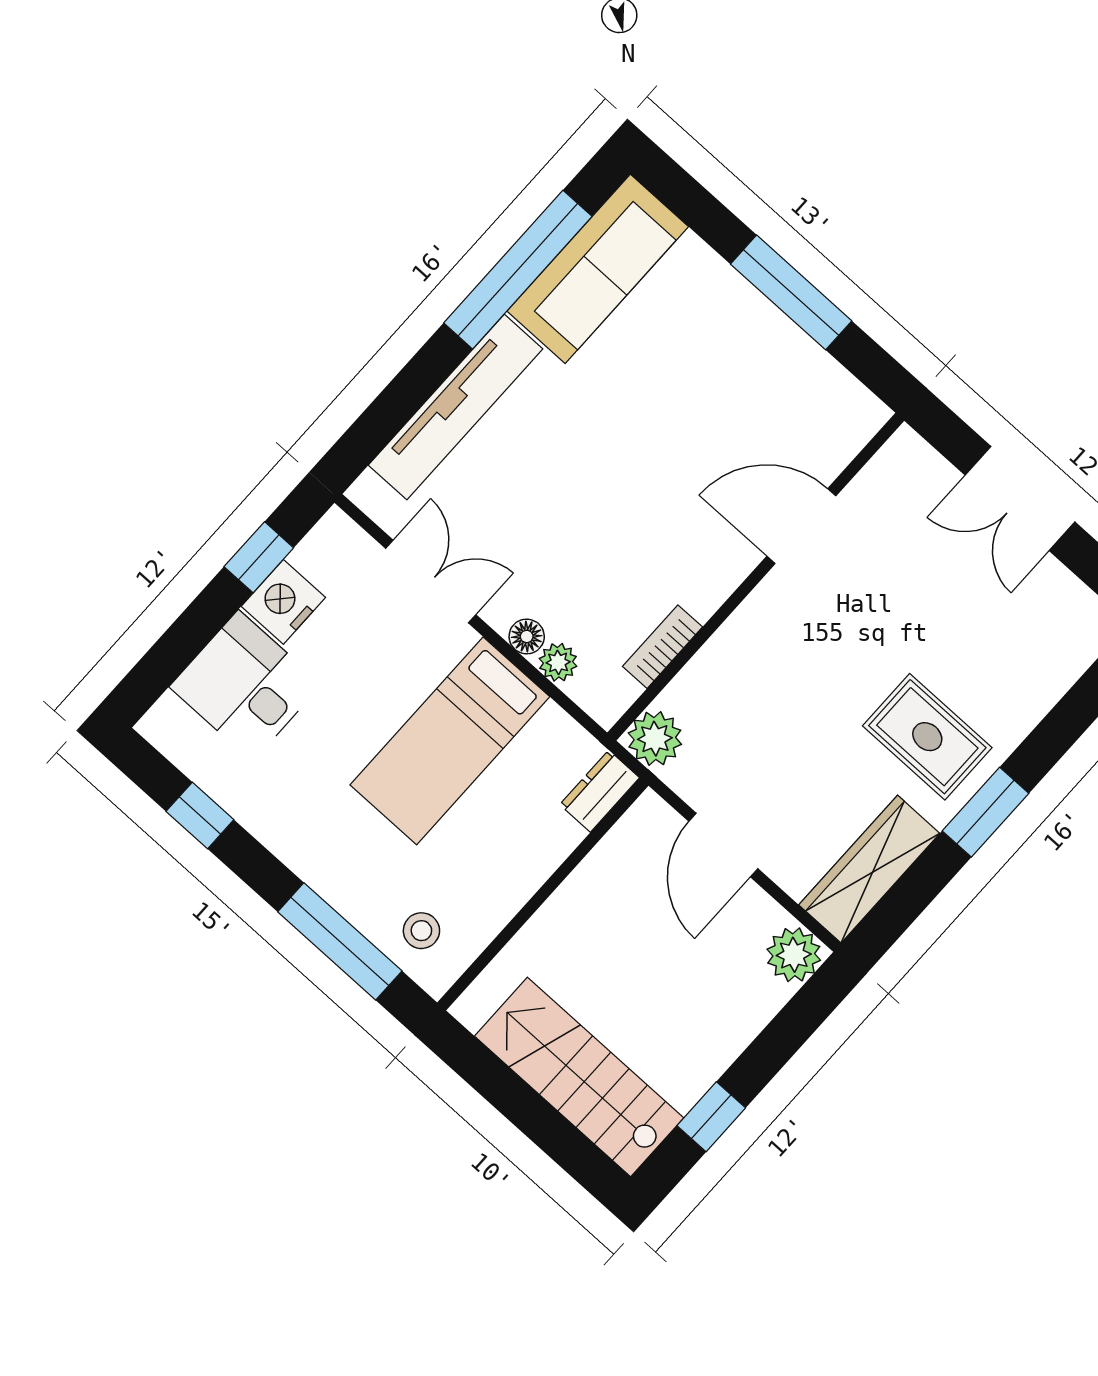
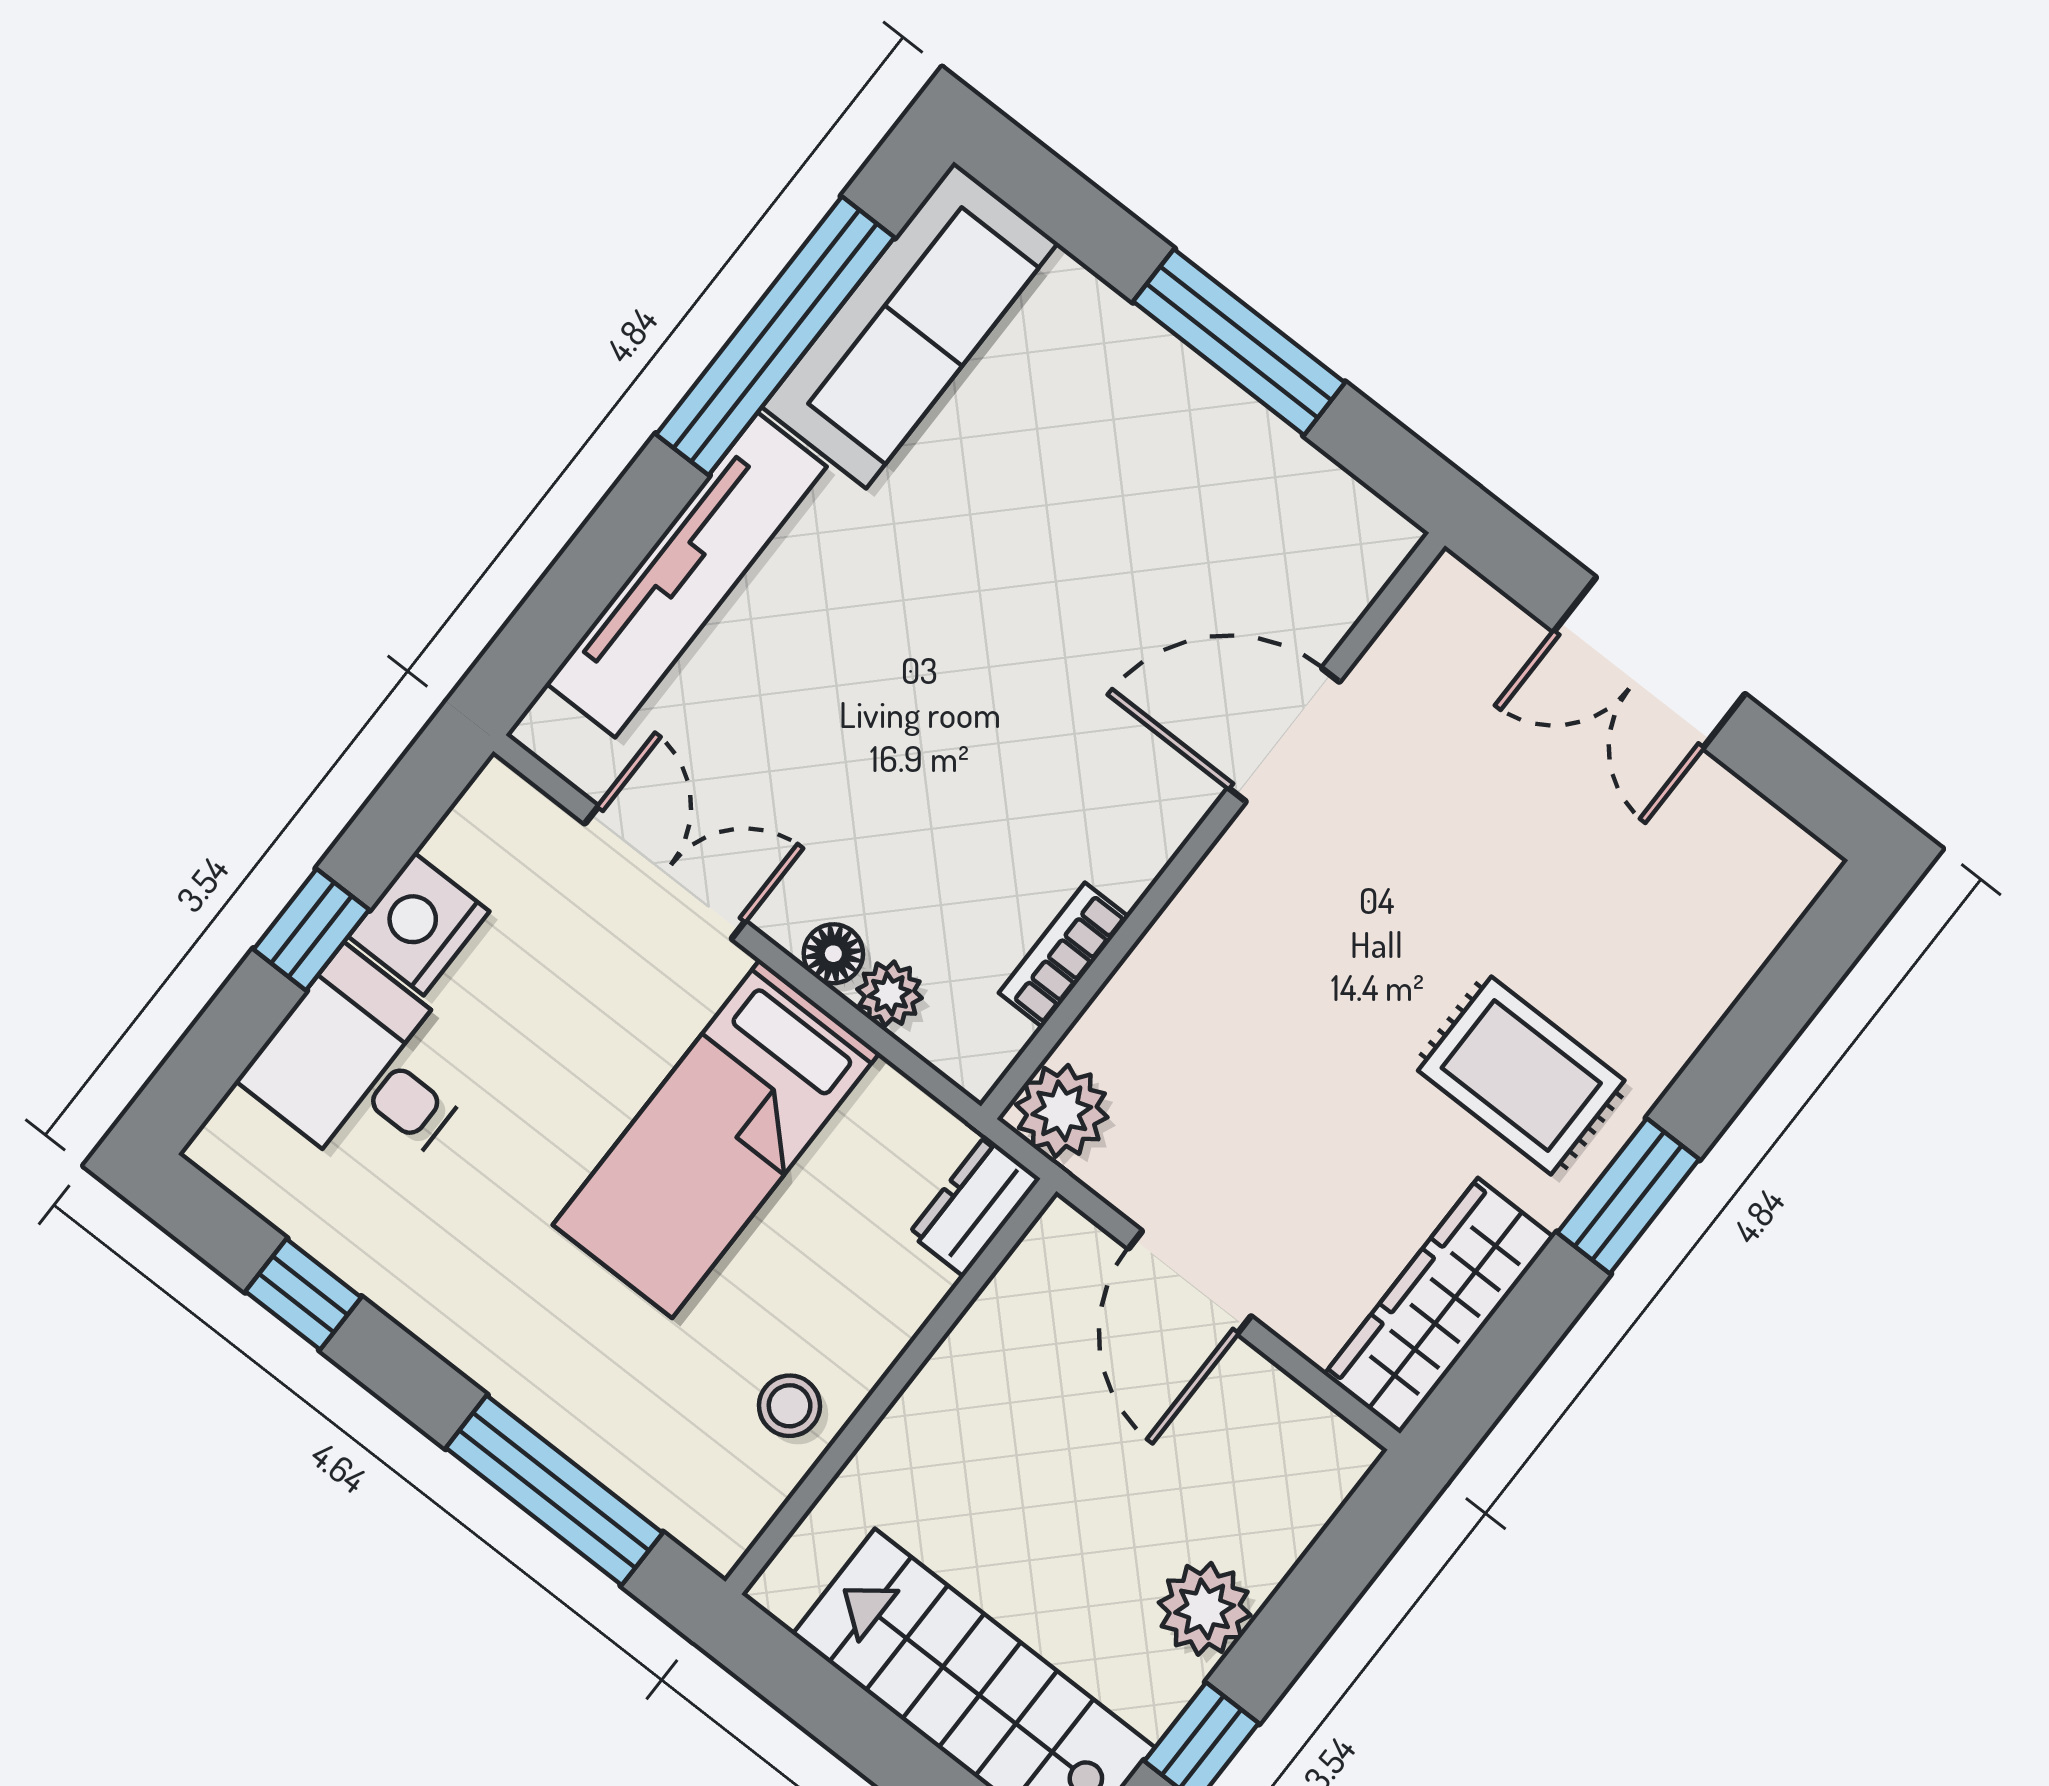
window: (259, 557) -> (311, 930), moved
stool: (421, 931) -> (790, 1406), moved
plant: (794, 955) -> (1205, 1609), moved

